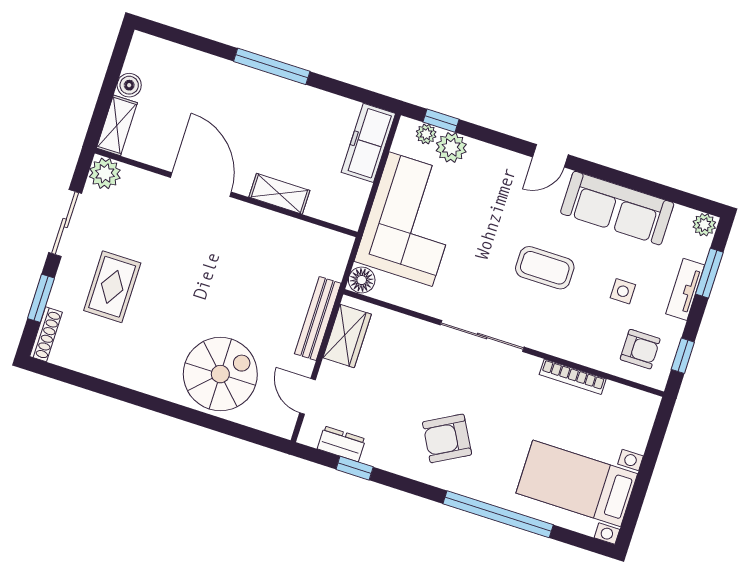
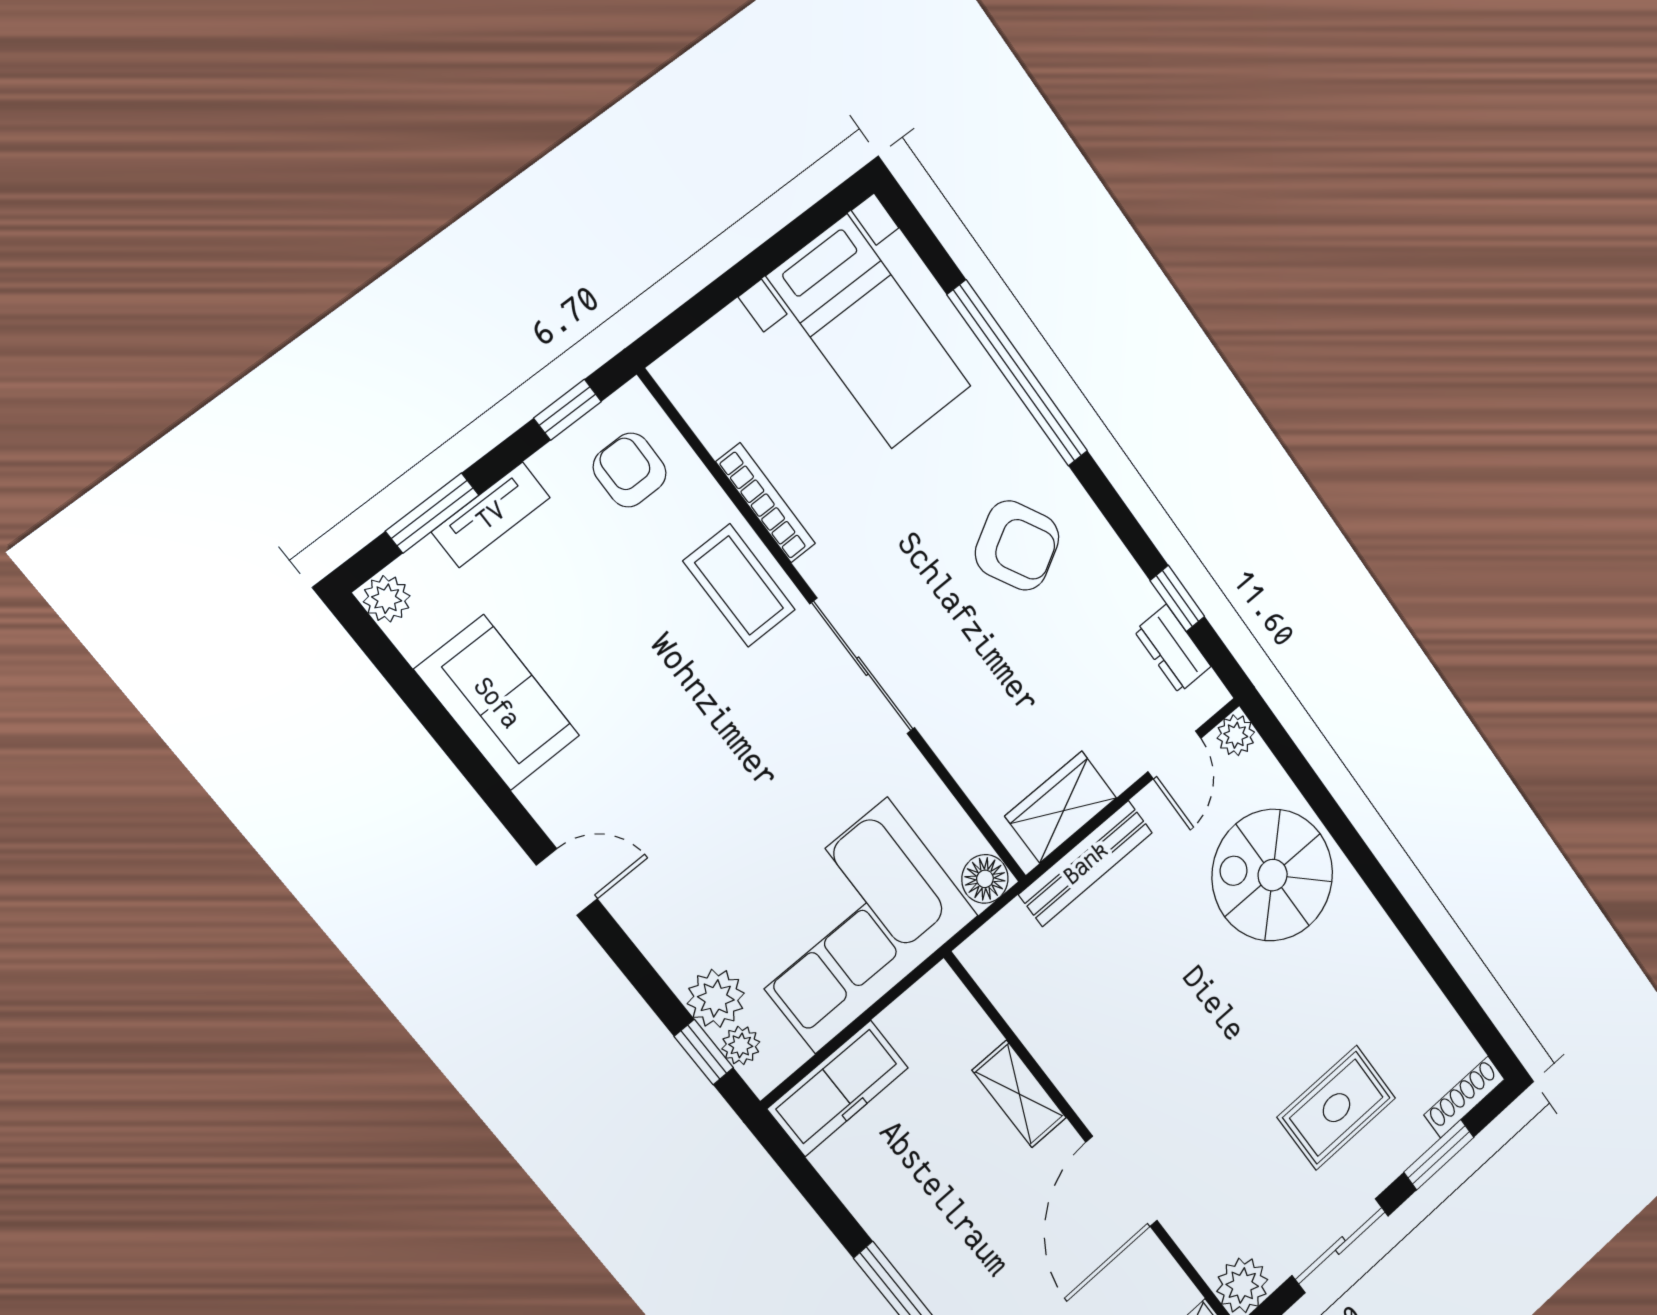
sofa: (617, 208) -> (497, 703), width x0.73
coffee table: (545, 268) -> (739, 585), moved
side table: (623, 291) -> (595, 583), removed
plant: (283, 426) -> (1236, 735), added

